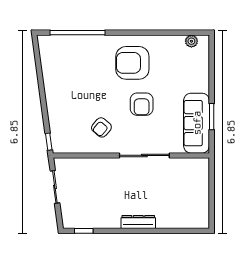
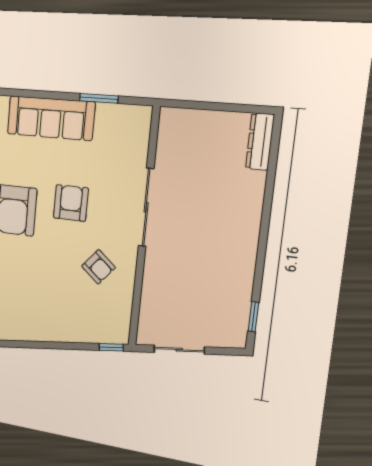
armchair: (142, 104) -> (71, 203), turned -90
sofa: (197, 123) -> (51, 118), moved
dresser: (138, 222) -> (260, 142), moved

